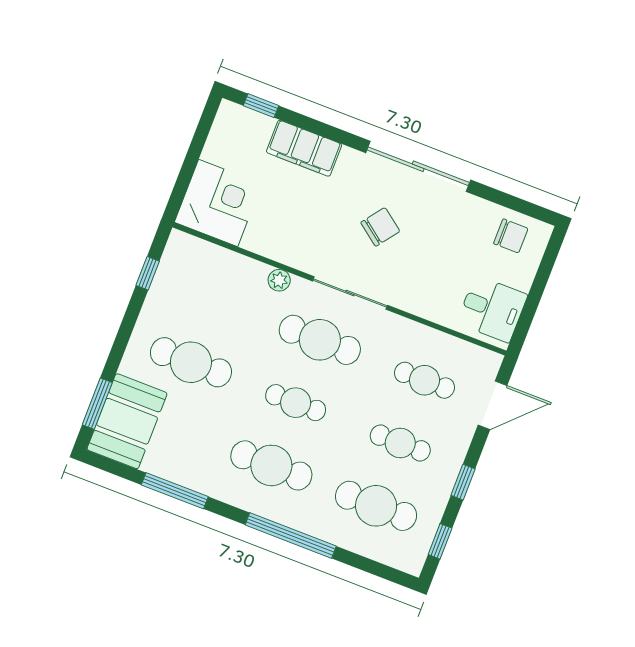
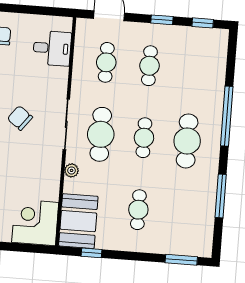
desk: (492, 309) -> (52, 48), moved, turned 90
cafe table: (191, 362) -> (138, 210), width x0.73, depth x0.74
booth: (127, 421) -> (78, 221), moved, turned 90
cafe table: (376, 506) -> (193, 69), removed

